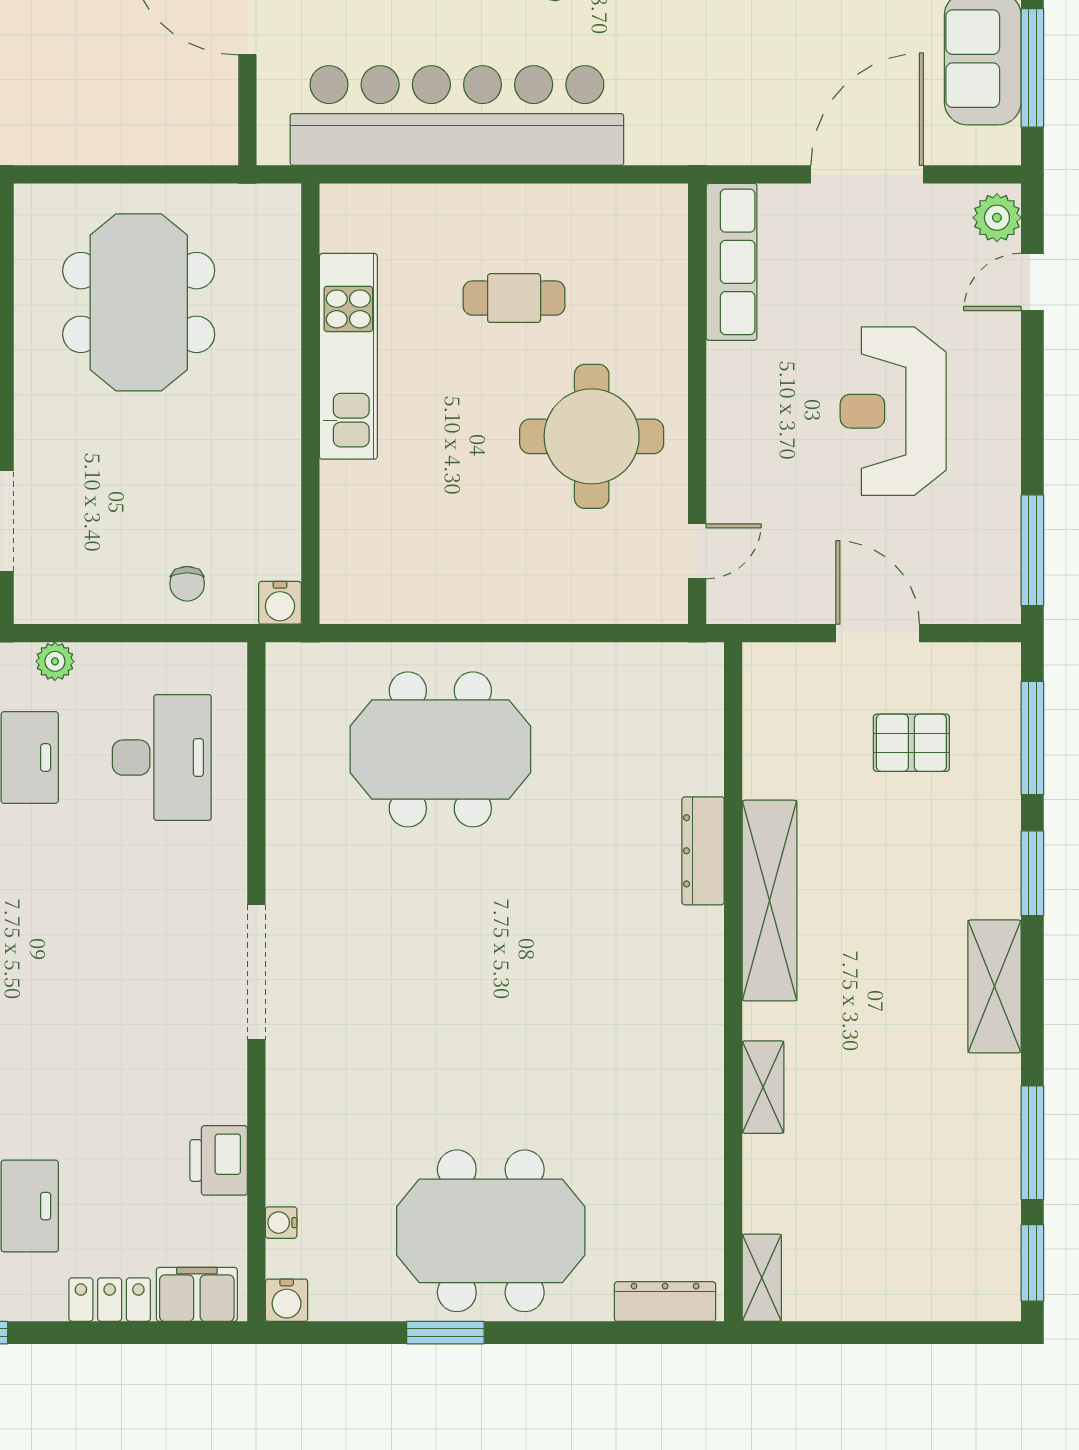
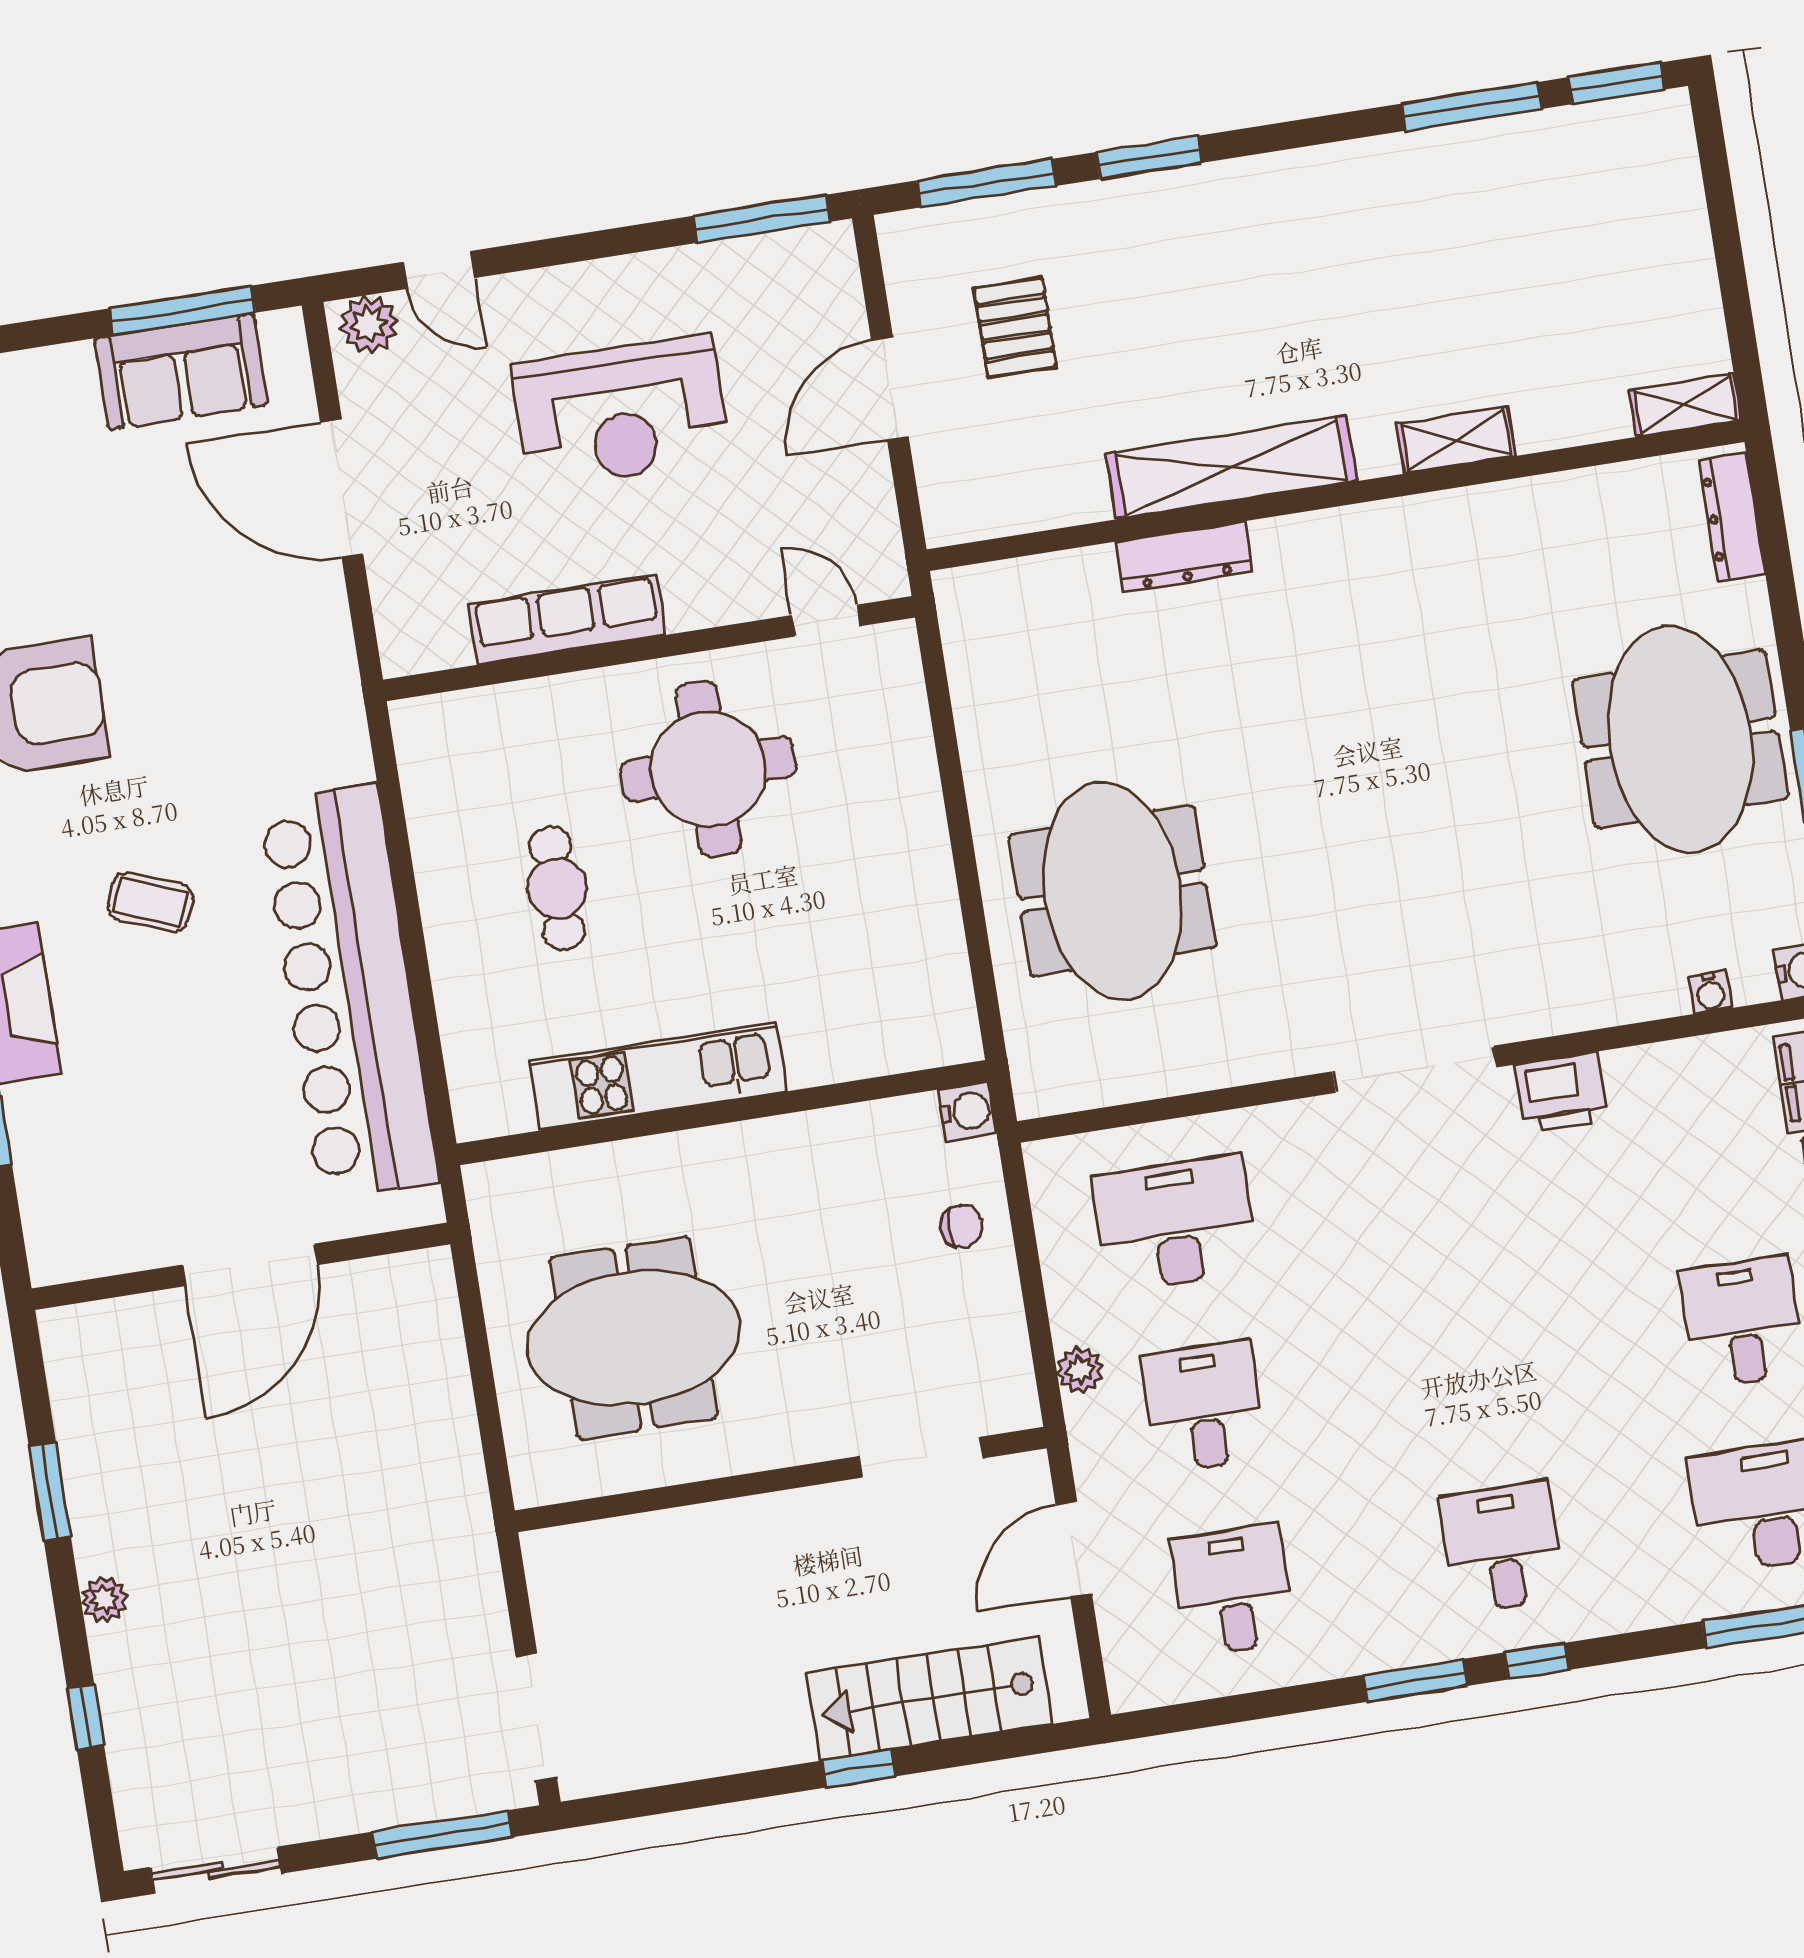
row of seats: (732, 262) -> (567, 619), moved
shelving: (994, 986) -> (1291, 181), removed
printer: (219, 1160) -> (1561, 1093), moved

